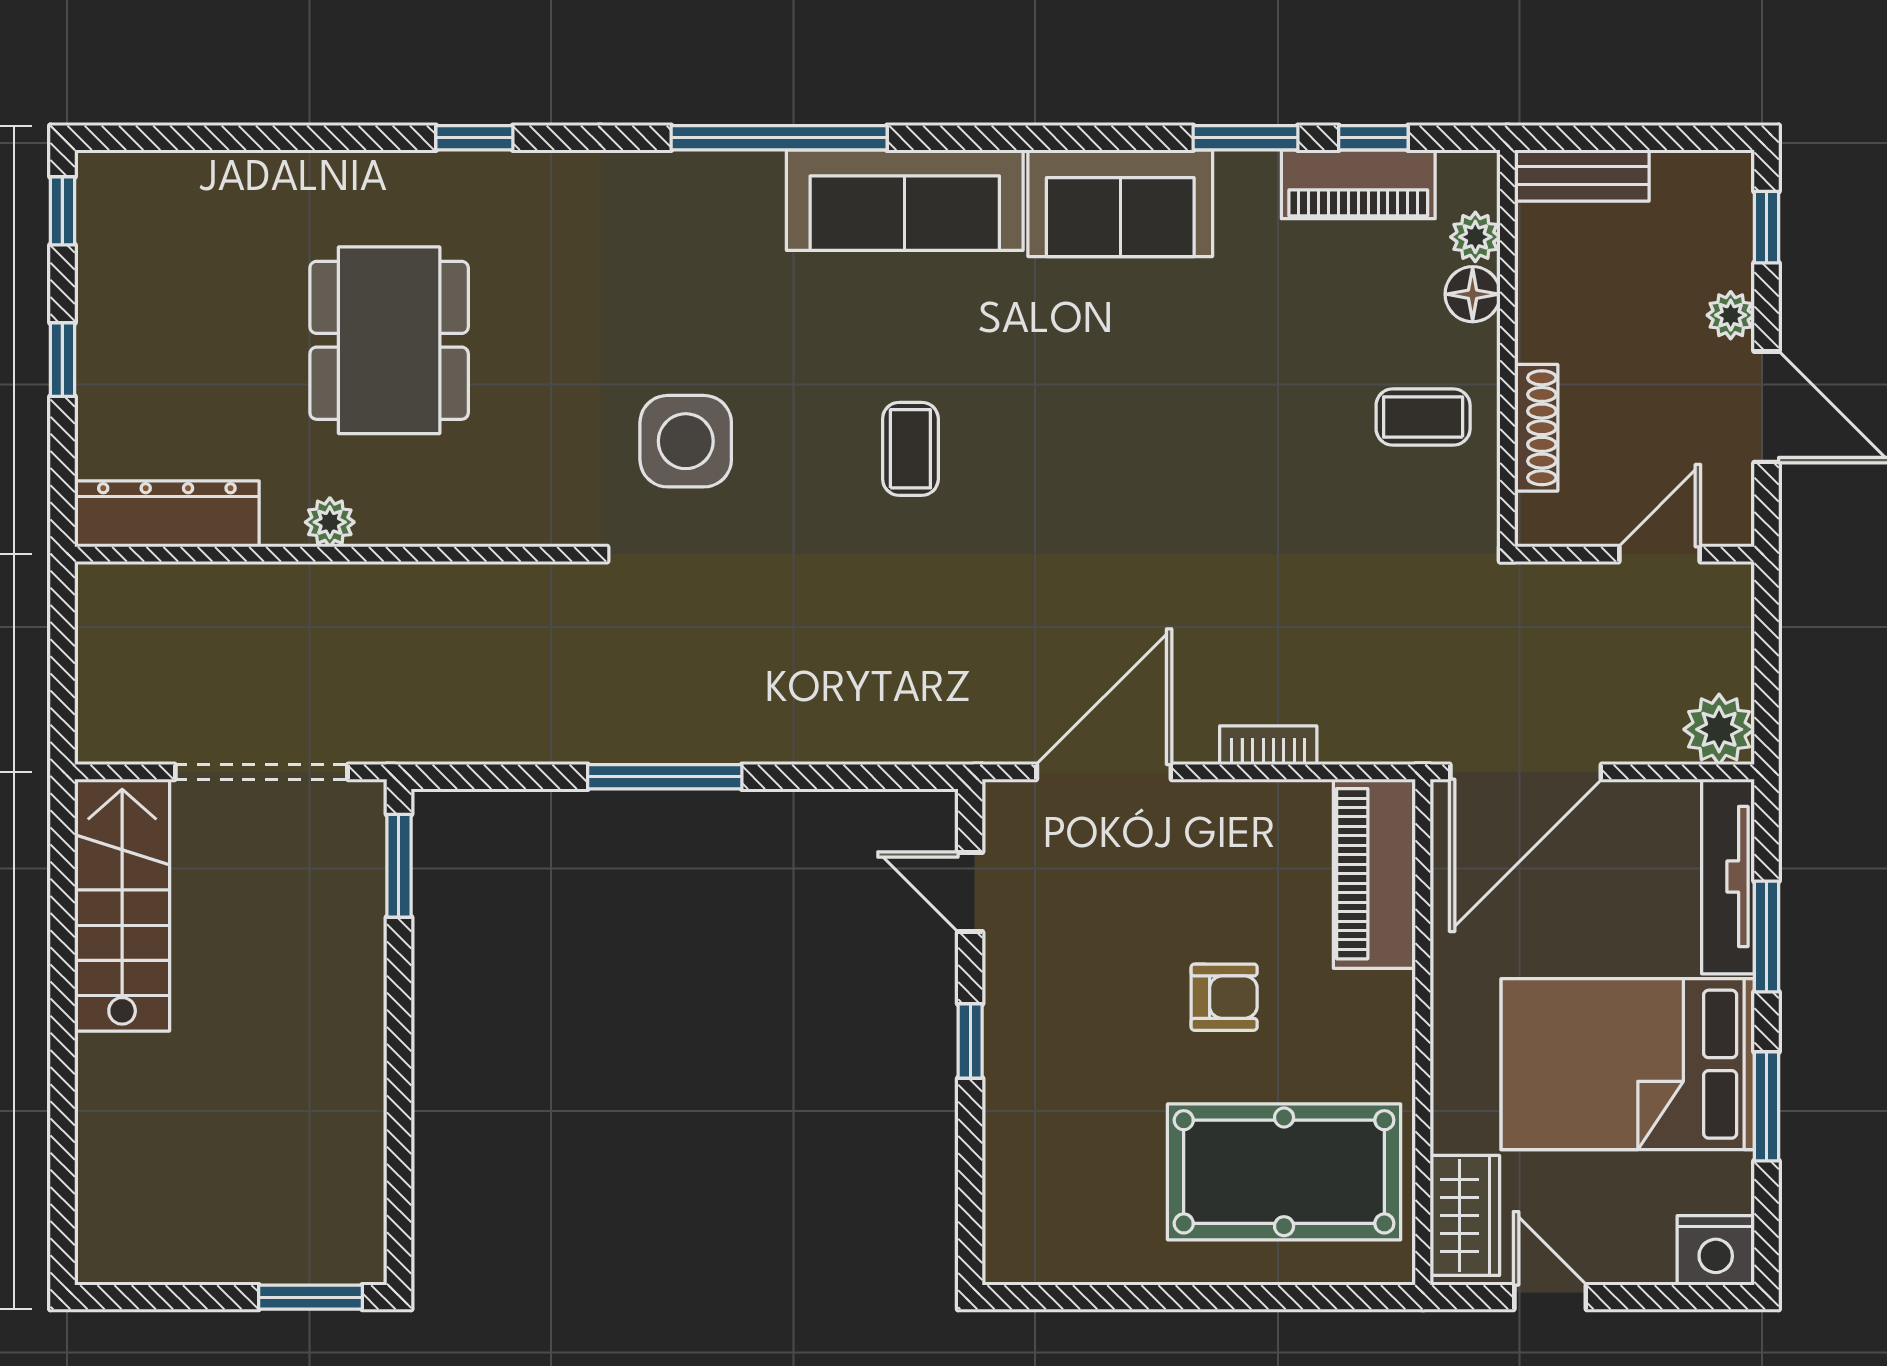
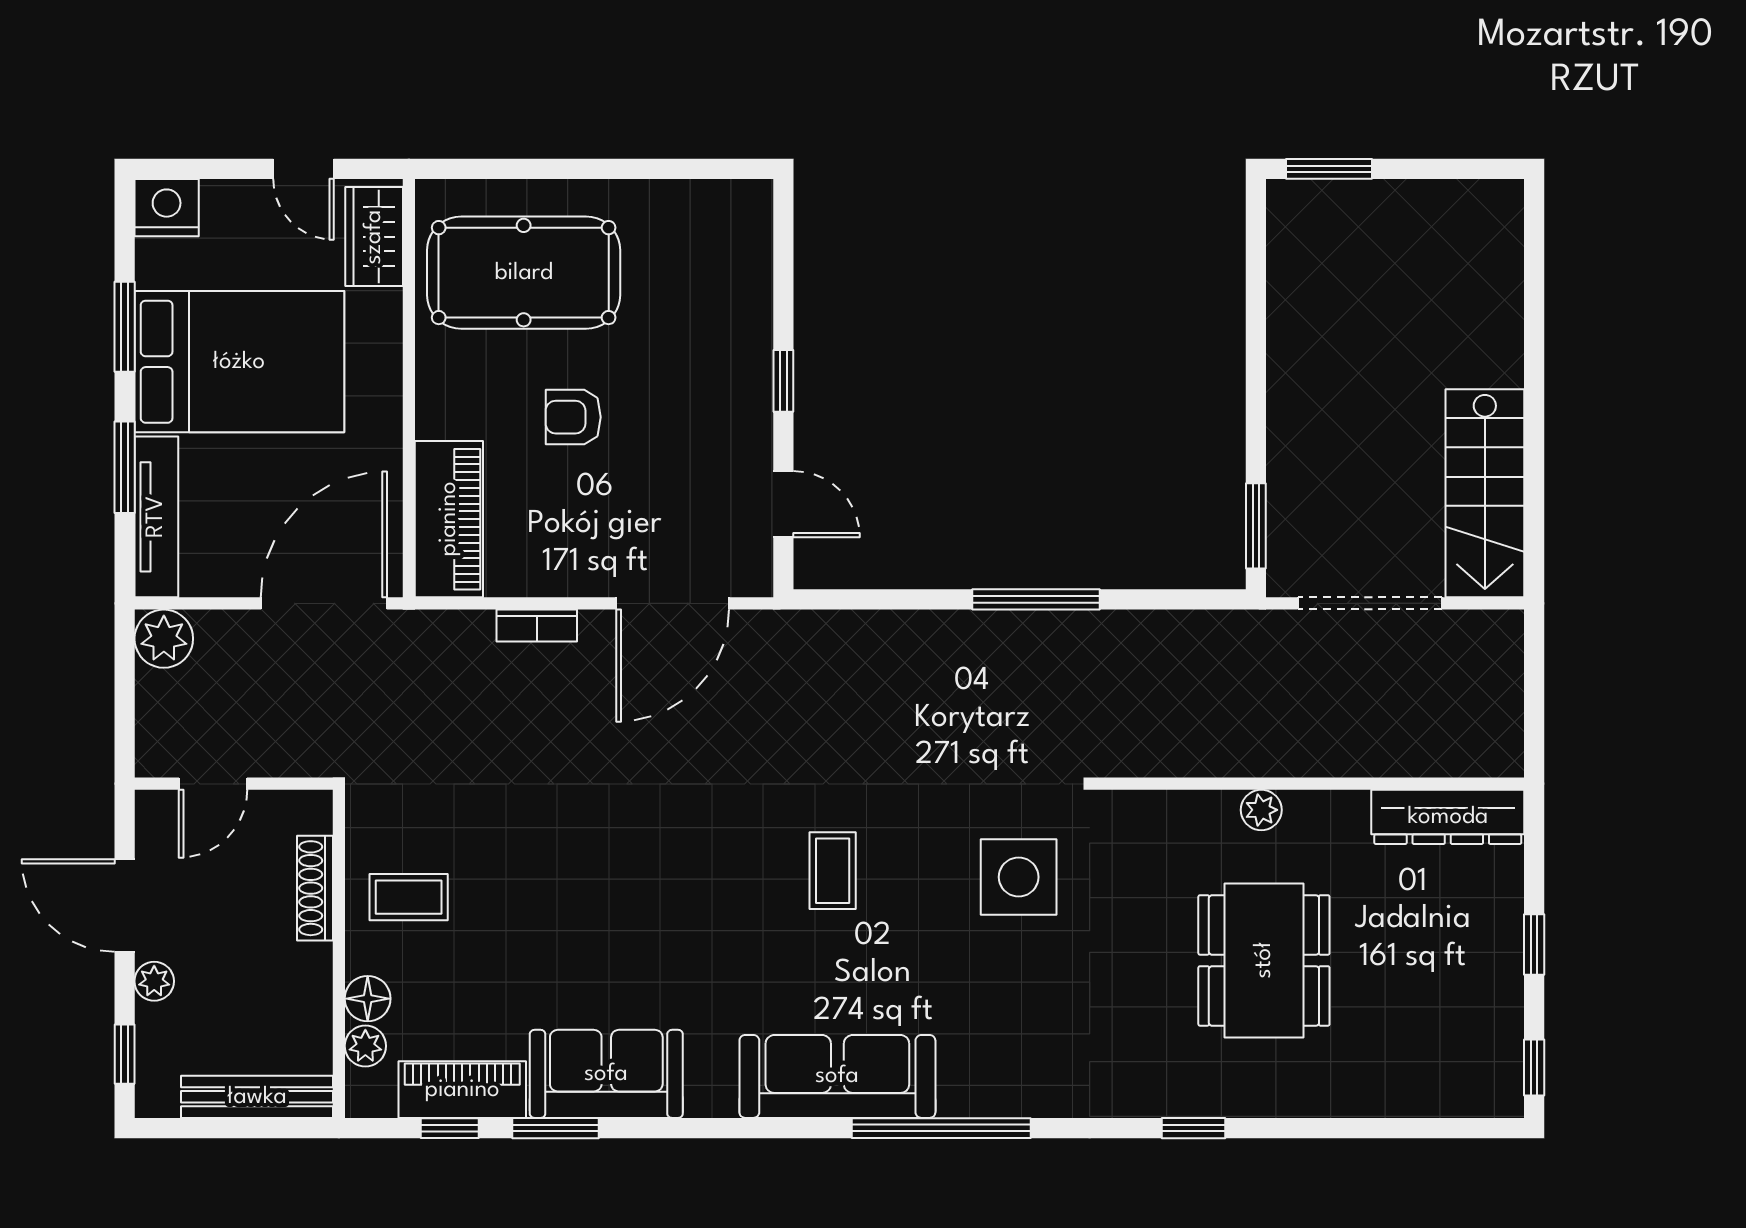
bench: (1582, 175) -> (257, 1097), width x1.36
sofa: (1120, 203) -> (606, 1074), moved
plant: (330, 522) -> (1261, 810), moved

